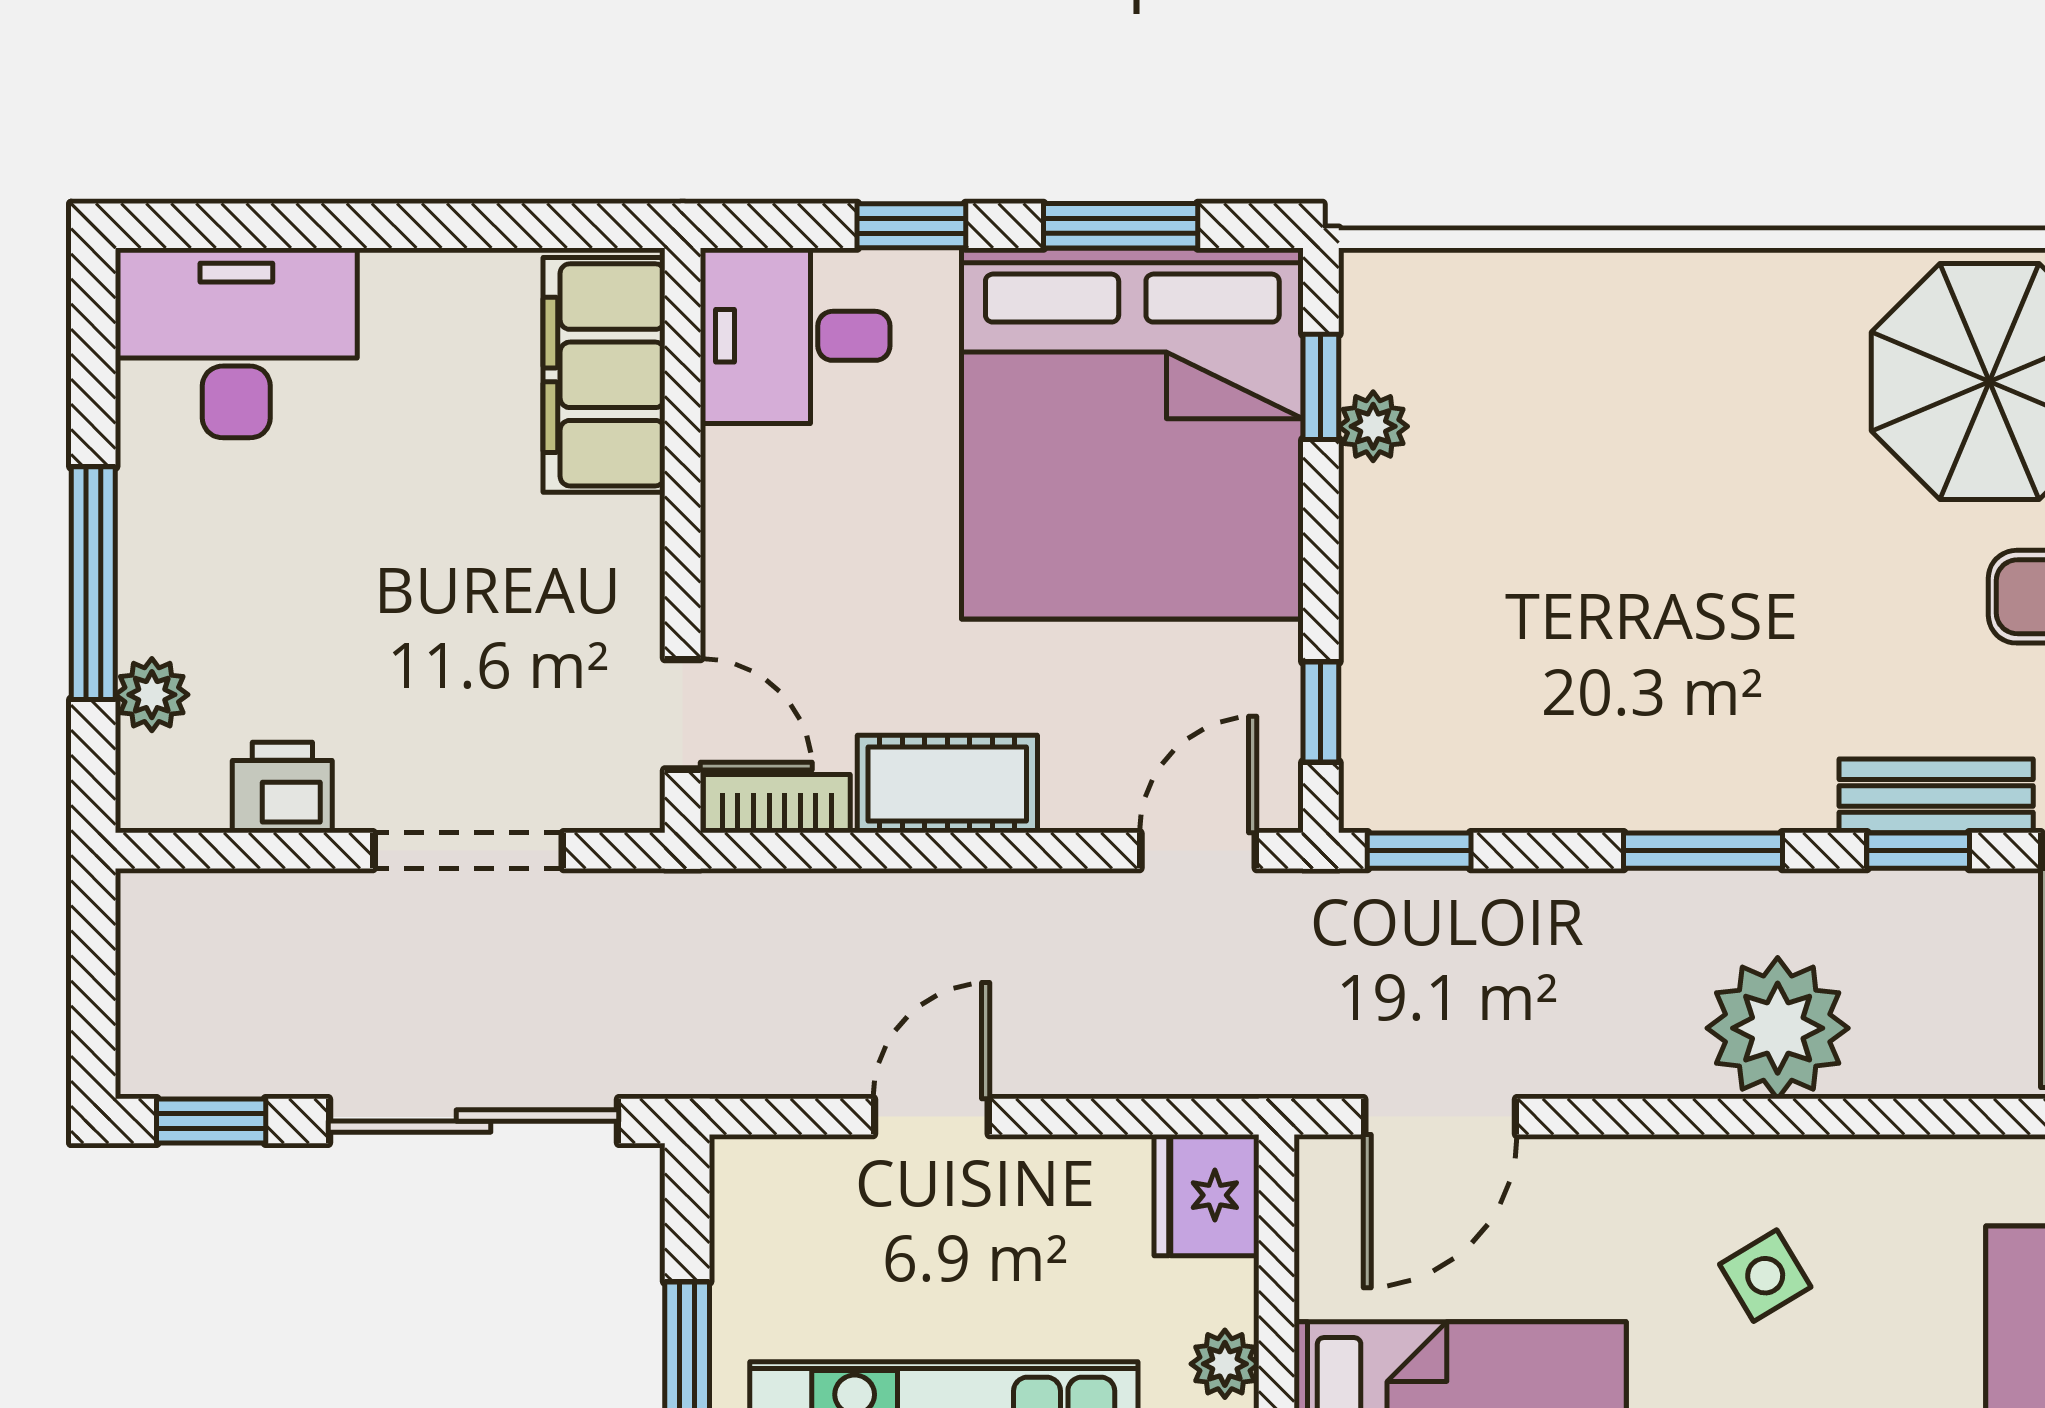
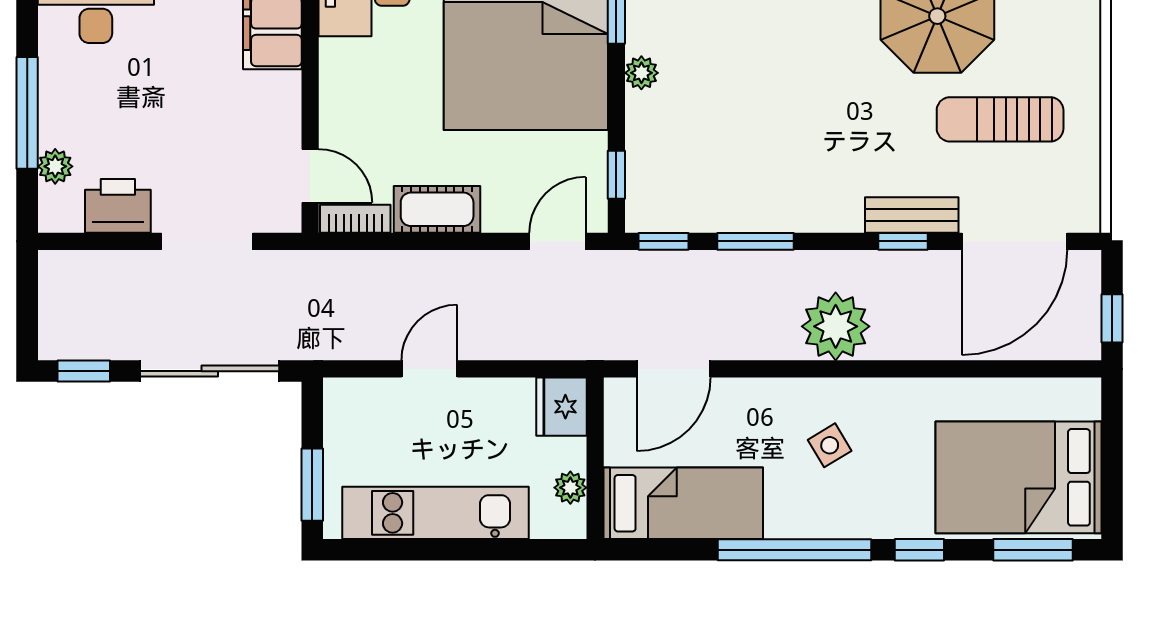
plant: (1373, 426) -> (641, 73), moved
printer: (282, 788) -> (118, 206), width x1.36, depth x1.24
window: (1703, 851) -> (755, 241), moved

